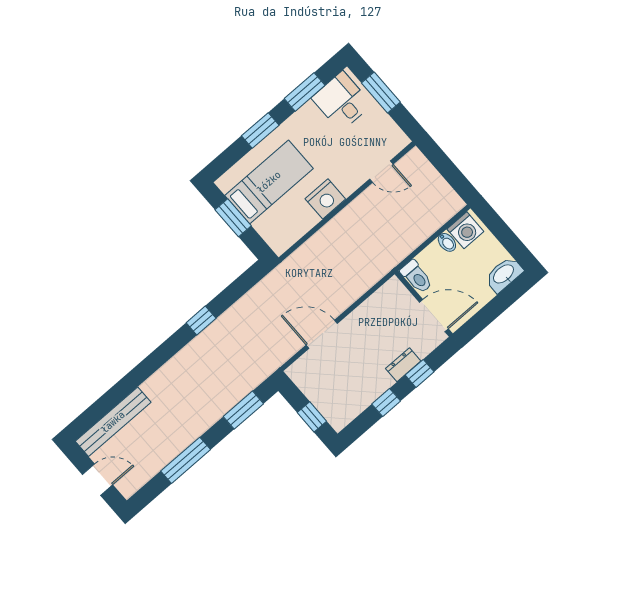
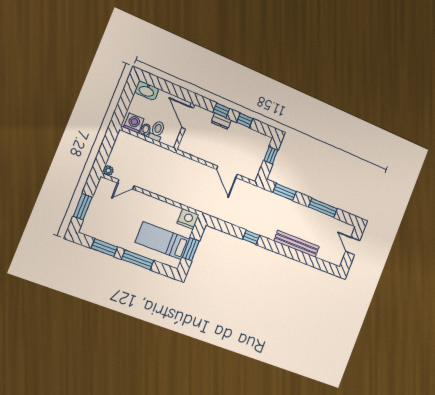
desk: (342, 101) -> (99, 225), removed
window: (260, 130) -> (138, 260), width x1.44
plant: (415, 157) -> (108, 170), added
door: (381, 172) -> (126, 184), swing flipped
nightstand: (325, 199) -> (188, 219), moved
toilet: (416, 277) -> (157, 131), moved
bench: (113, 422) -> (297, 244), moved

